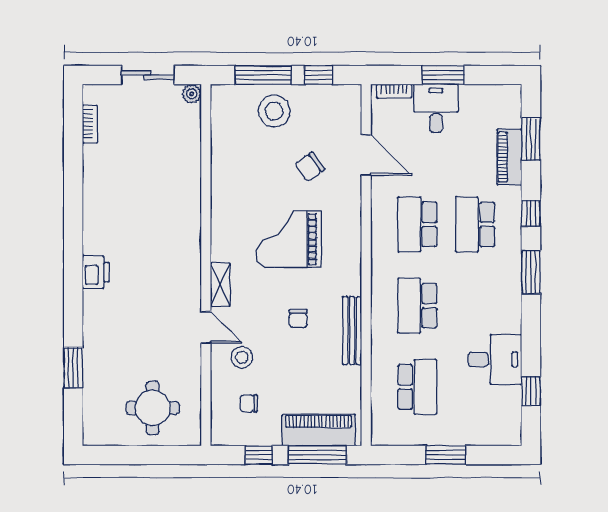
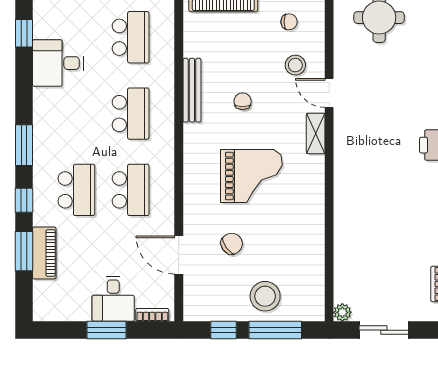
window: (531, 139) -> (24, 251), moved
school desk: (417, 387) -> (131, 37), turned 180

